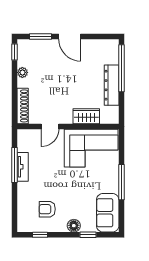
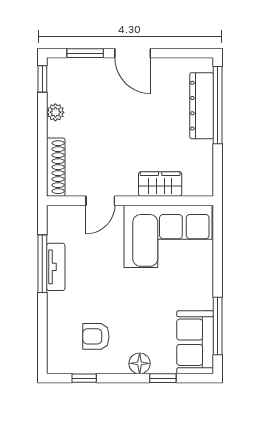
dresser: (112, 85) -> (202, 106), moved
window: (121, 182) -> (218, 326), moved

